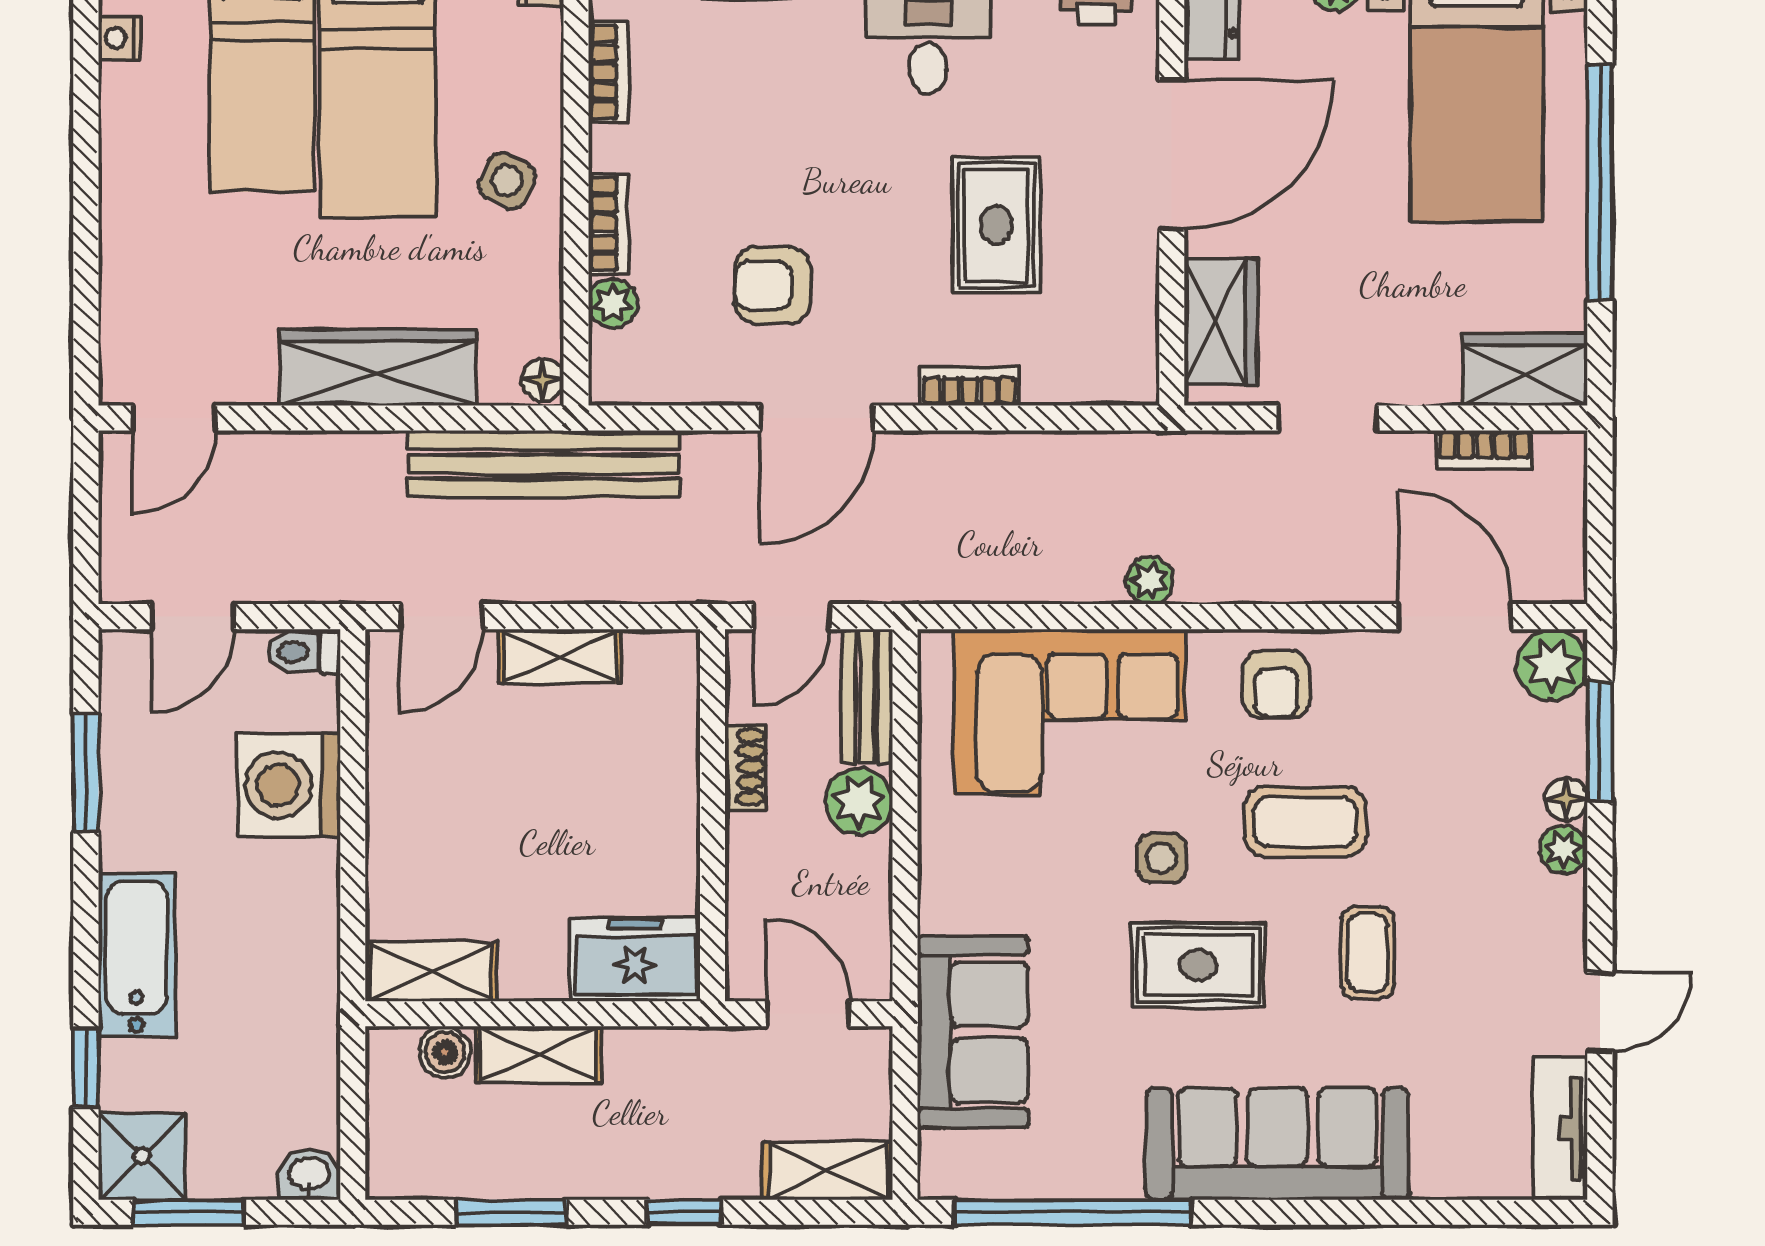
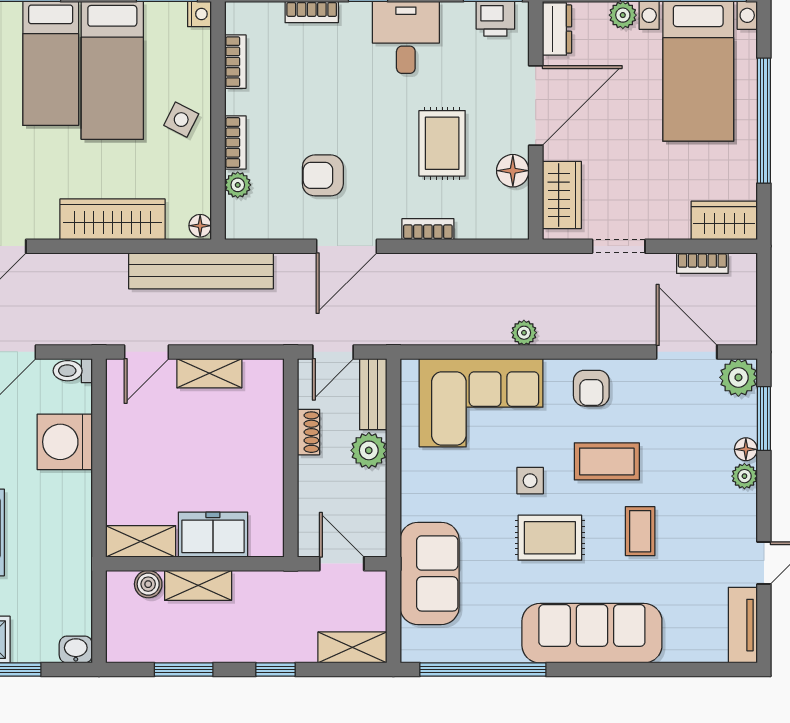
floor lamp: (1129, 277) -> (513, 171), added
freezer: (635, 959) -> (213, 535), moved

